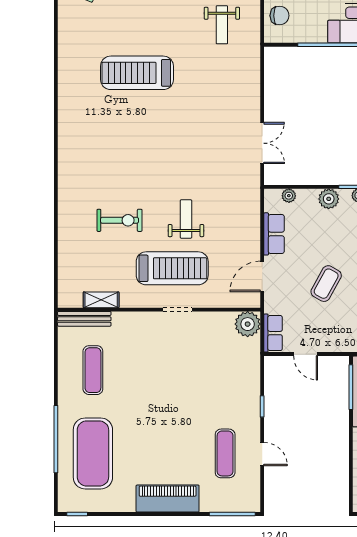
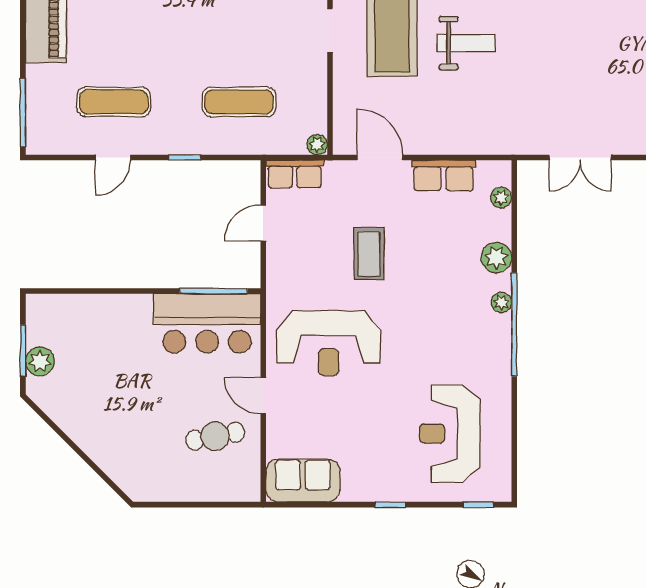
coffee table: (326, 284) -> (369, 254), turned 61
plant: (248, 324) -> (317, 145), width x0.53, depth x0.53
exercise mat: (225, 370) -> (239, 102), added

